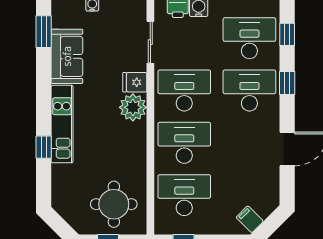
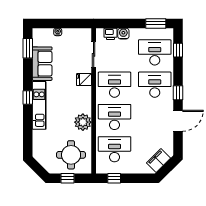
window: (287, 83) -> (178, 93), moved
plant: (133, 107) -> (83, 122), moved
window: (44, 147) -> (28, 98), moved
filing cabinet: (250, 219) -> (159, 160), width x2.00

